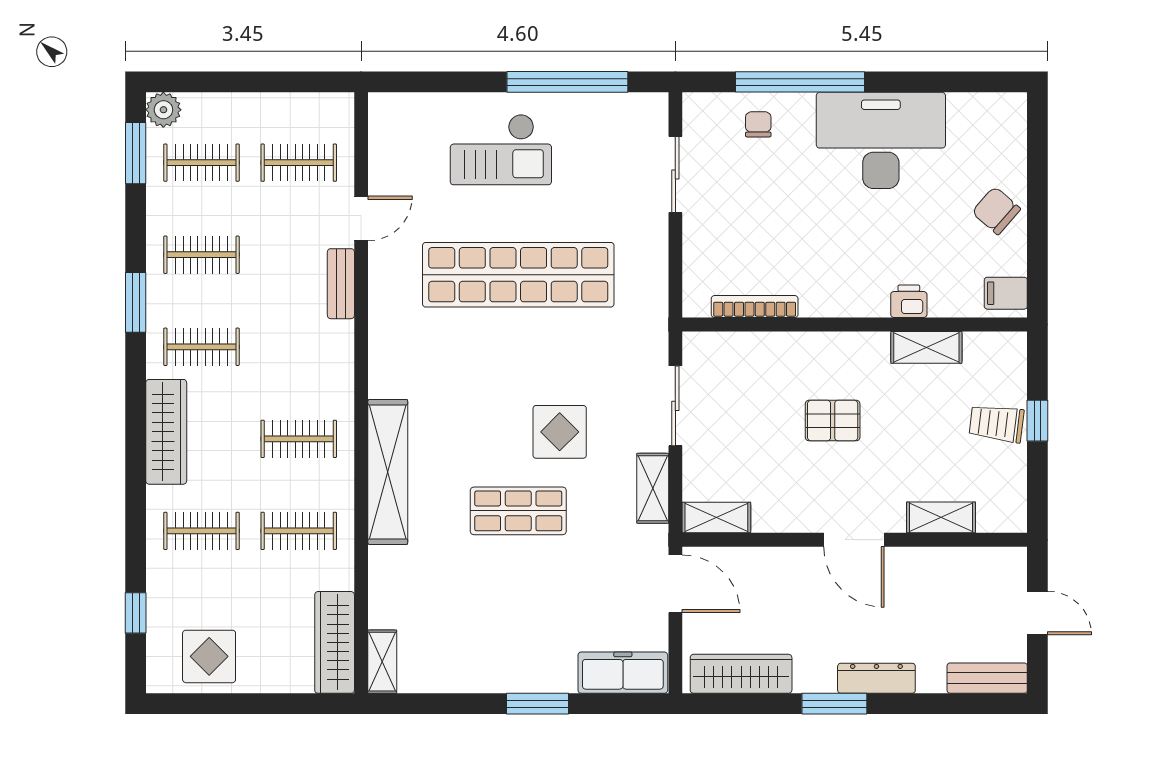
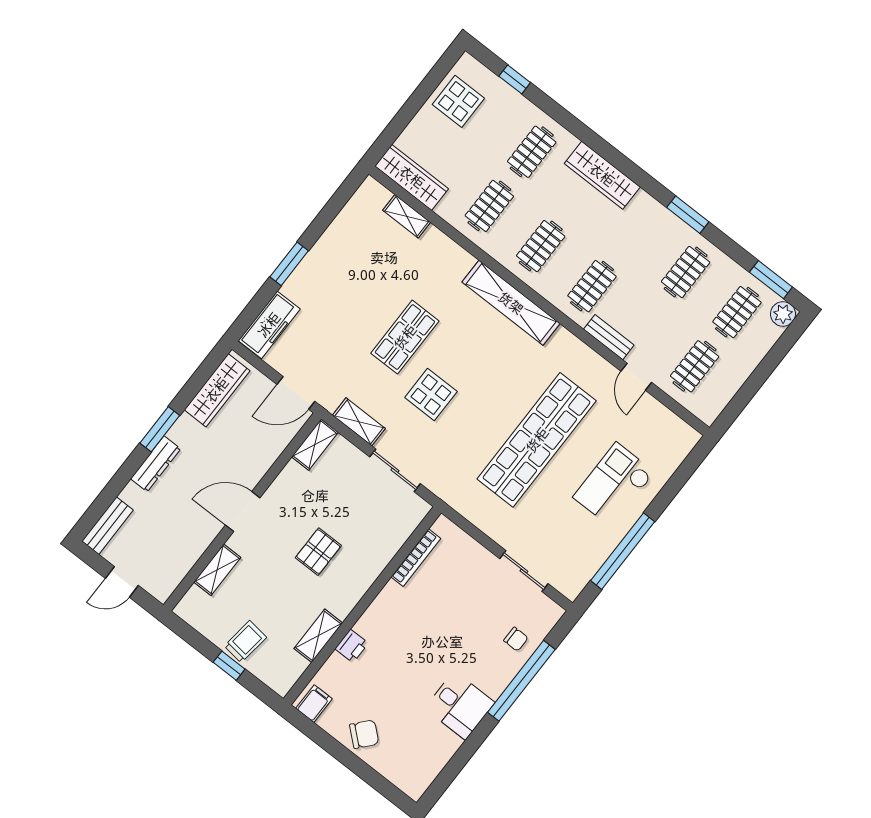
desk: (881, 140) -> (460, 705), width x0.53, depth x0.77
clothes rail: (201, 347) -> (592, 286), moved
shelving: (388, 472) -> (511, 303), moved
shelving: (382, 662) -> (407, 216), moved

